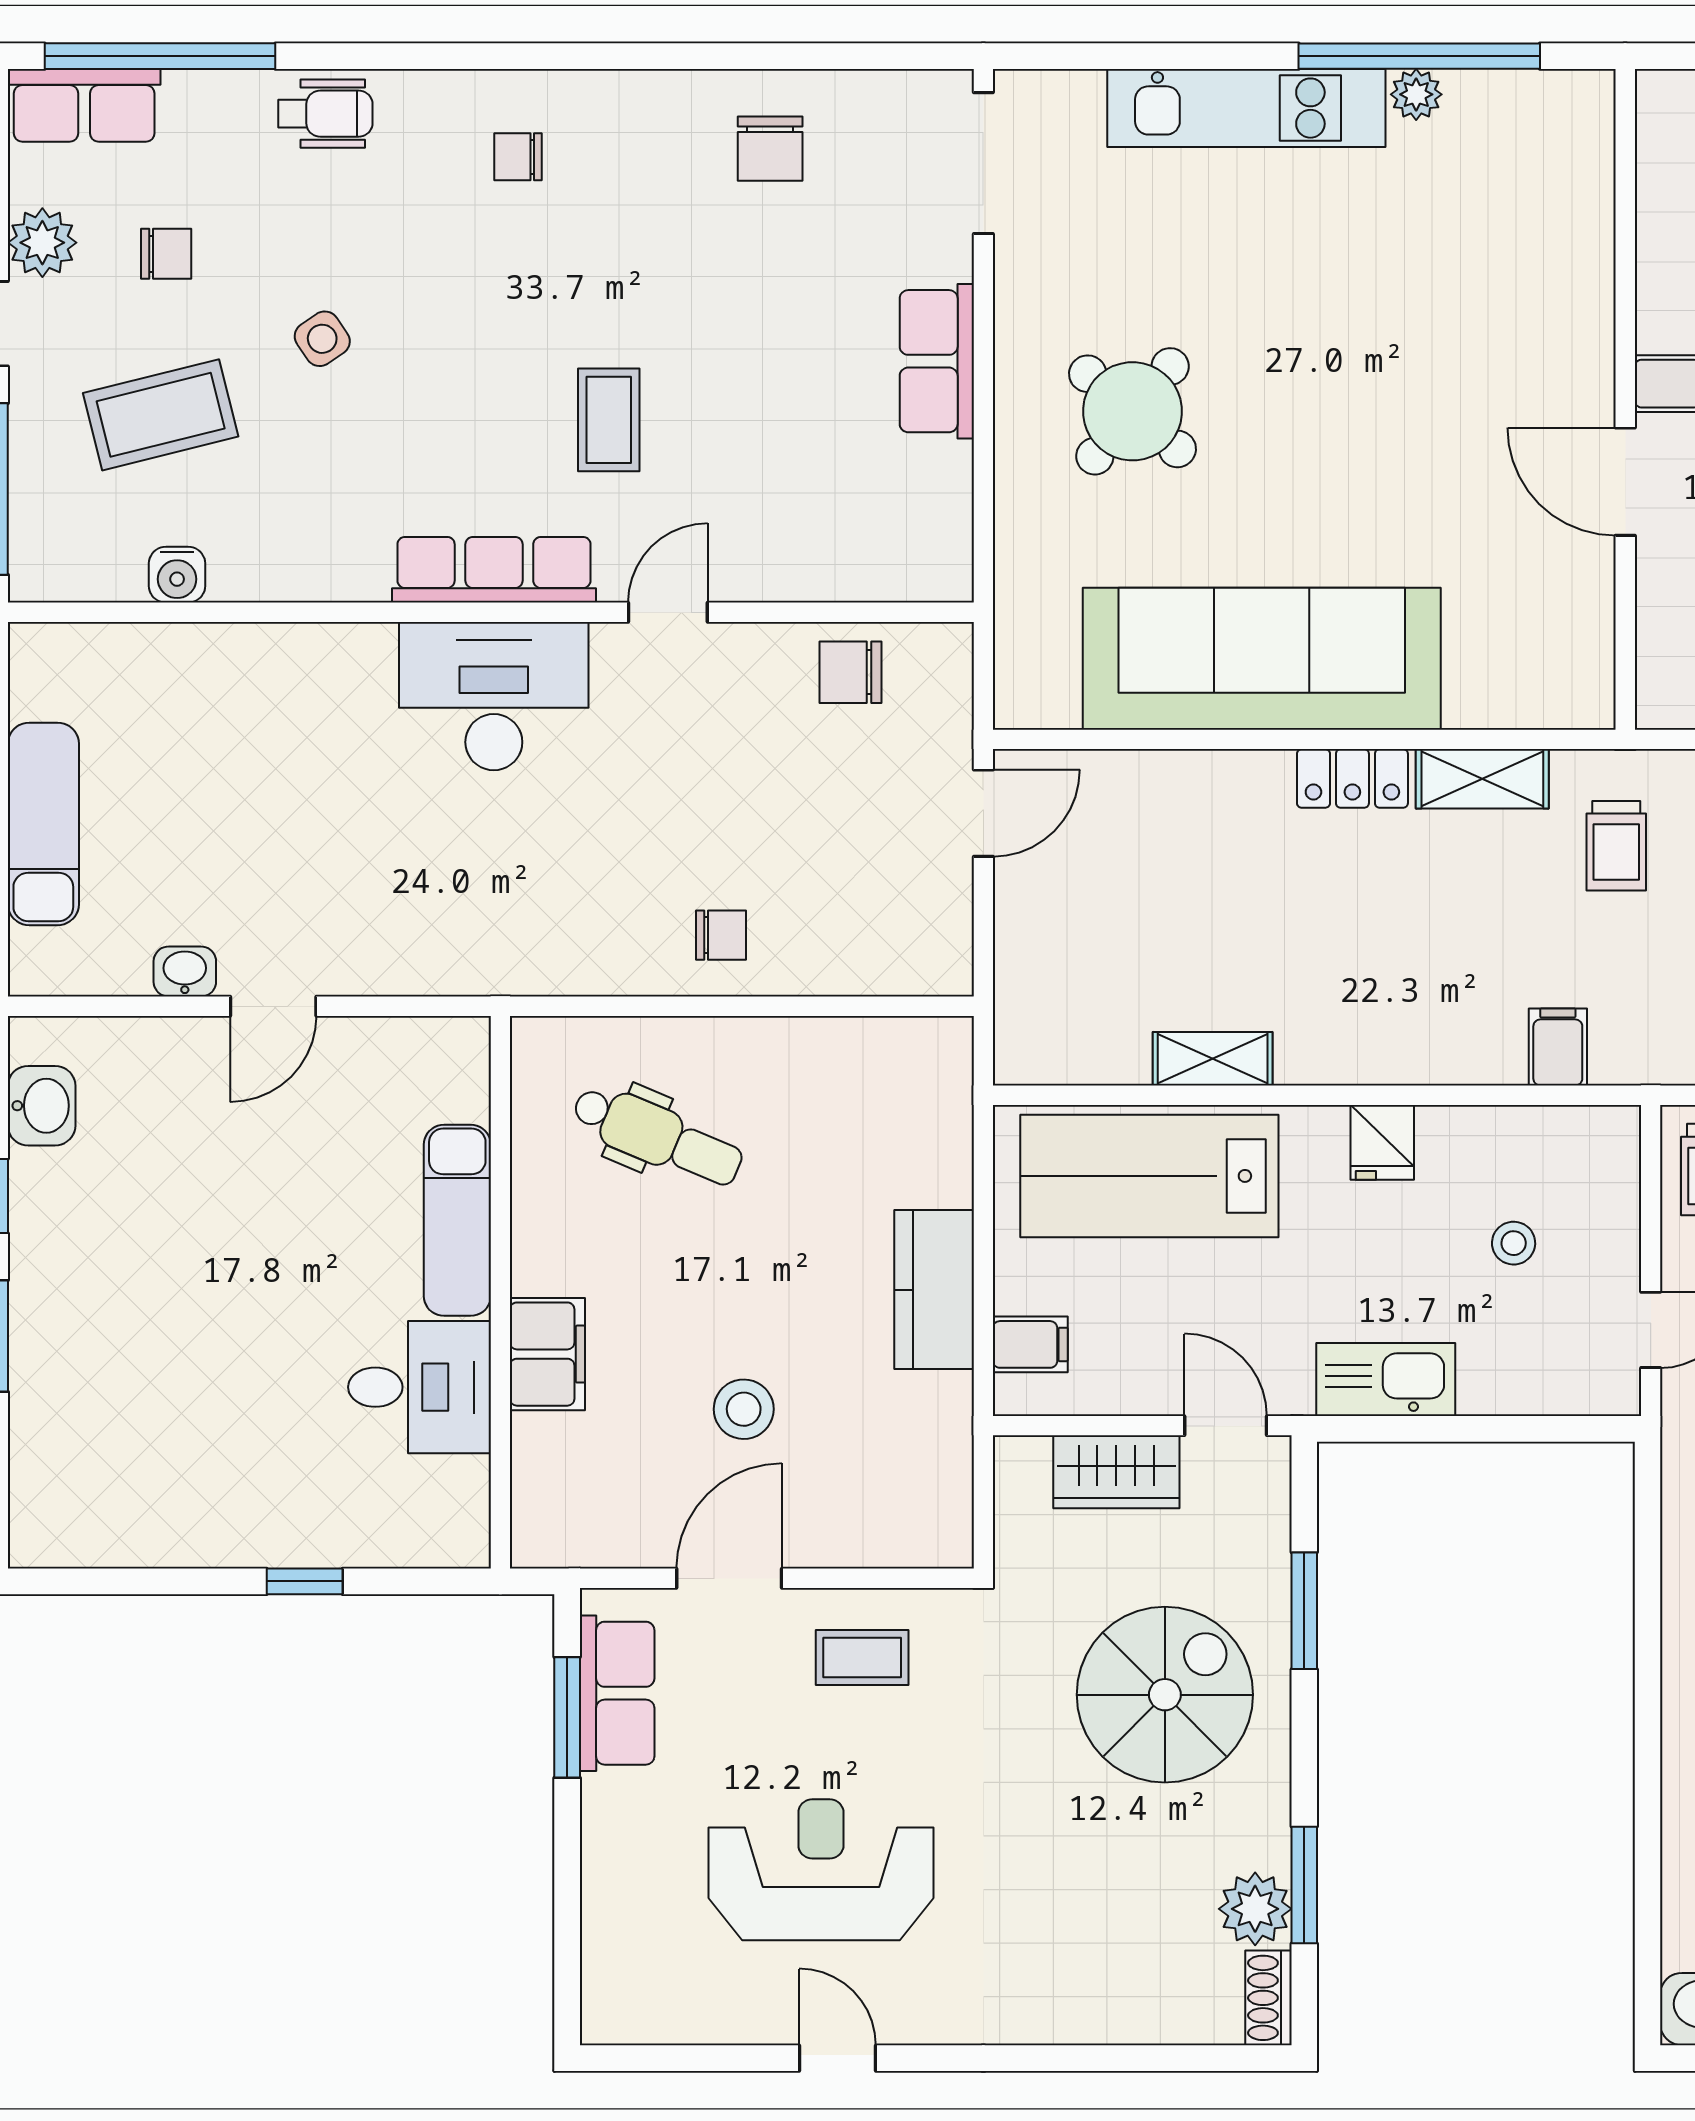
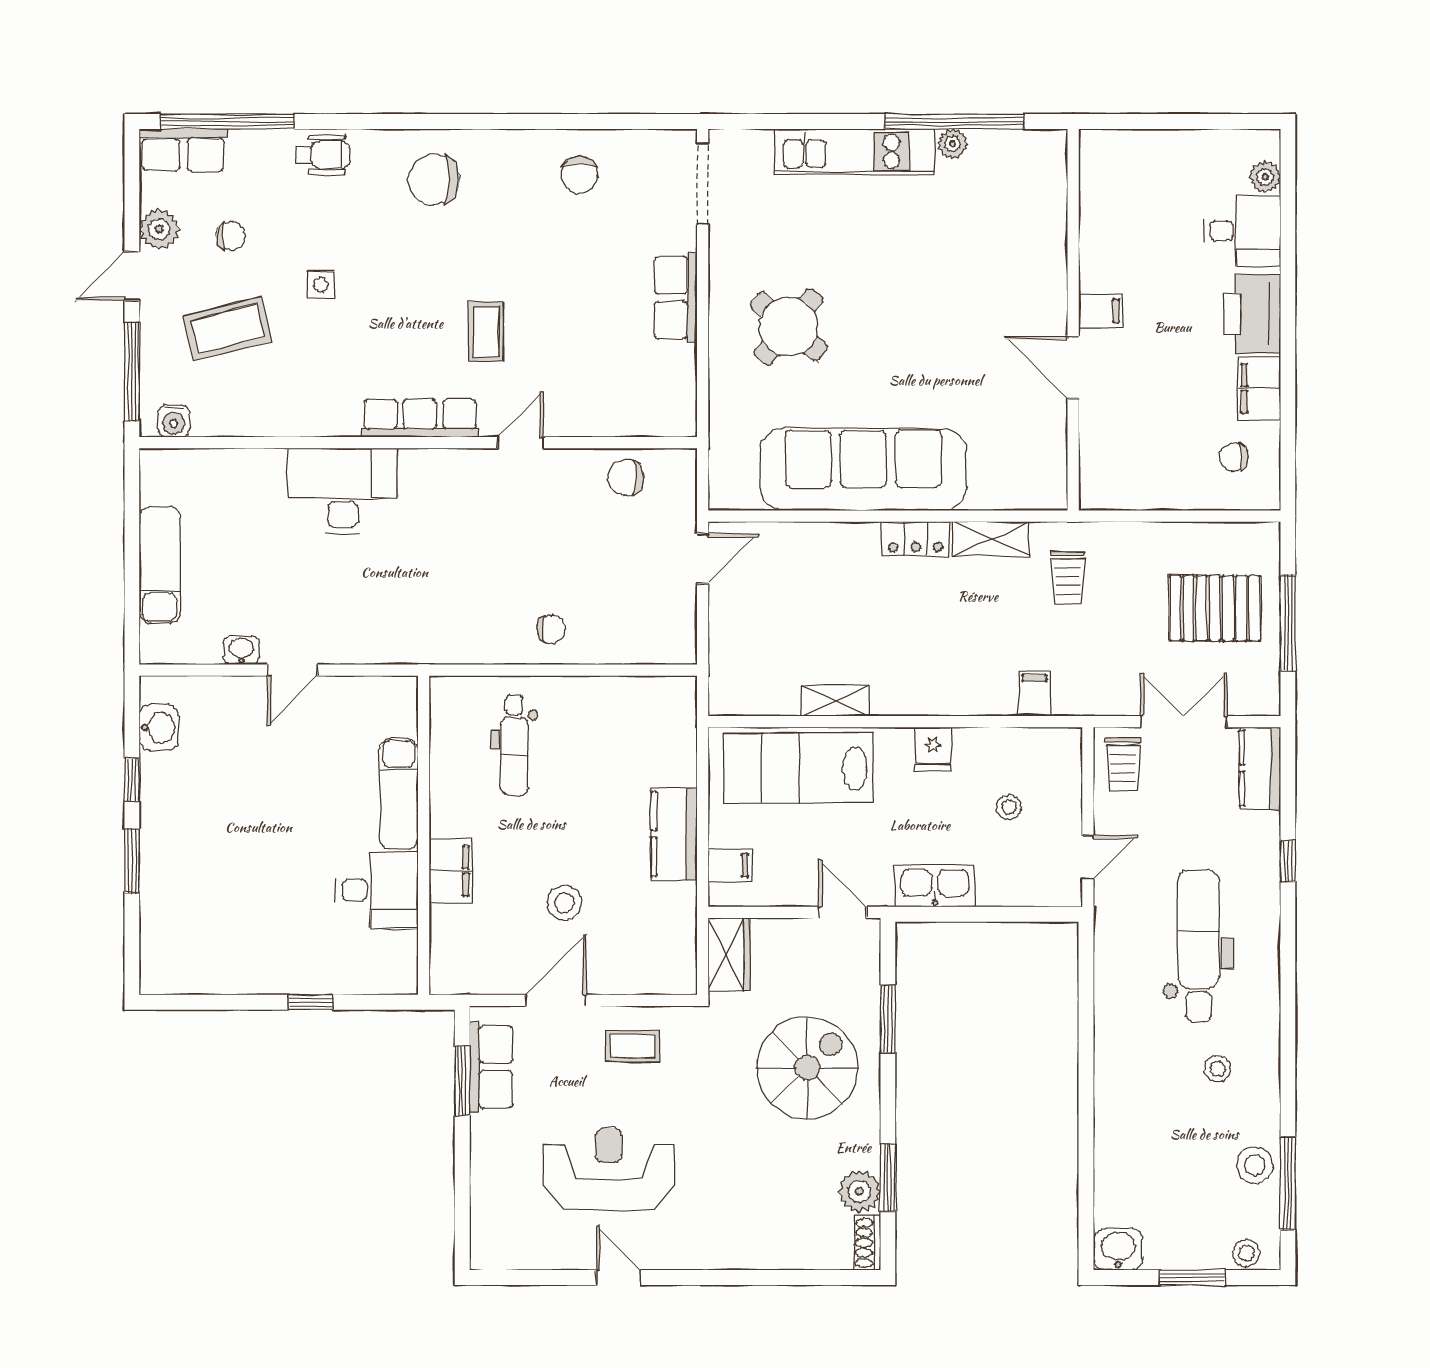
chair: (518, 157) -> (434, 180), width x1.87, depth x1.87
side table: (322, 339) -> (321, 285), turned 34
water cooler: (177, 575) -> (174, 421), moved
desk: (494, 696) -> (343, 491), moved
dental chair: (657, 1136) -> (514, 745), turned 67
wardrobe: (1116, 1472) -> (729, 954), moved, turned -90

